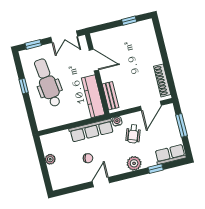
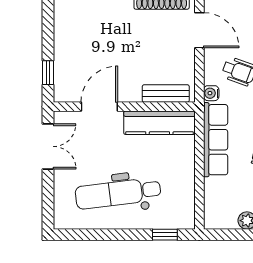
window: (129, 21) -> (48, 73), moved
window: (33, 44) -> (48, 201), removed
window: (24, 86) -> (165, 235), moved

